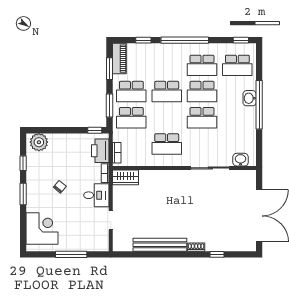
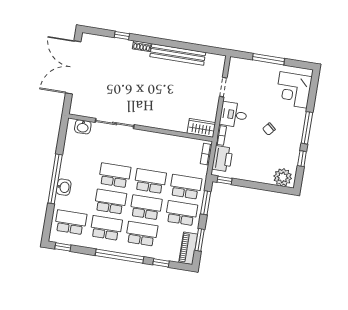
school desk: (167, 65) -> (142, 234), added
school desk: (167, 144) -> (150, 181), moved
window: (23, 194) -> (307, 128), width x1.44

